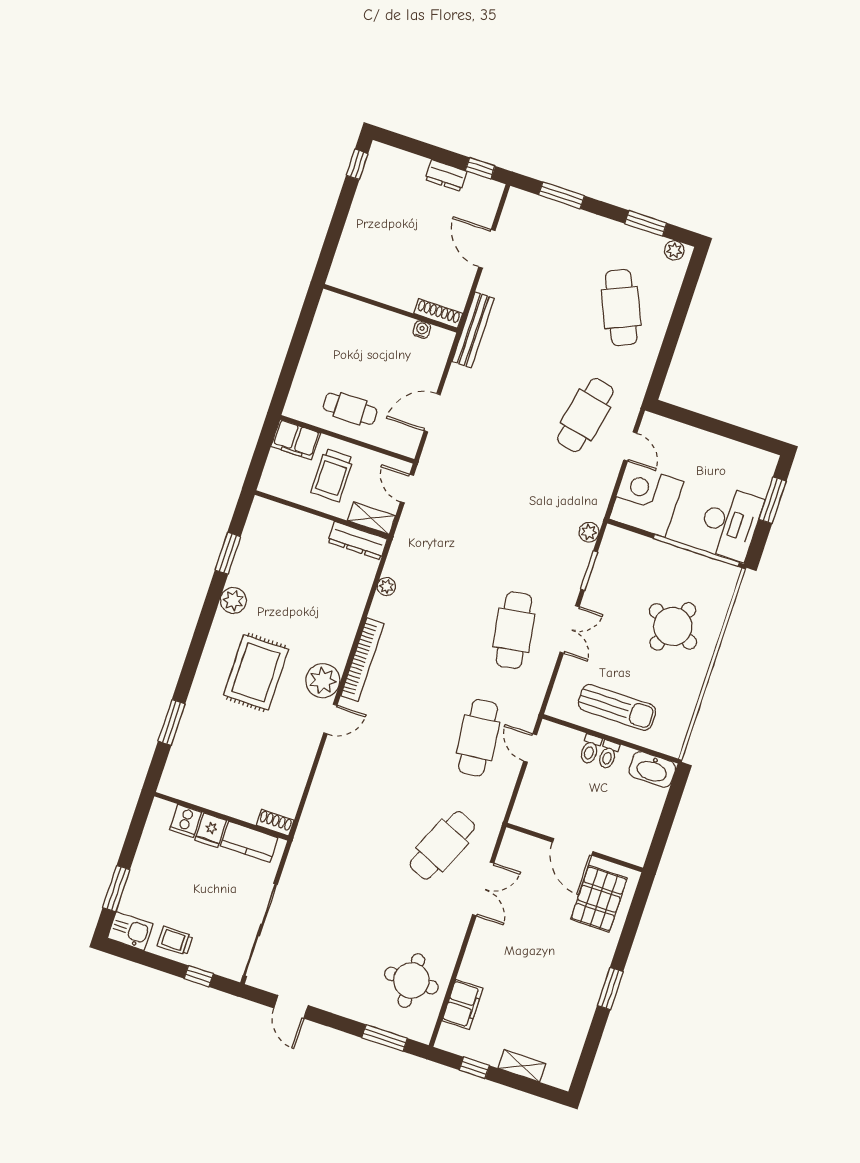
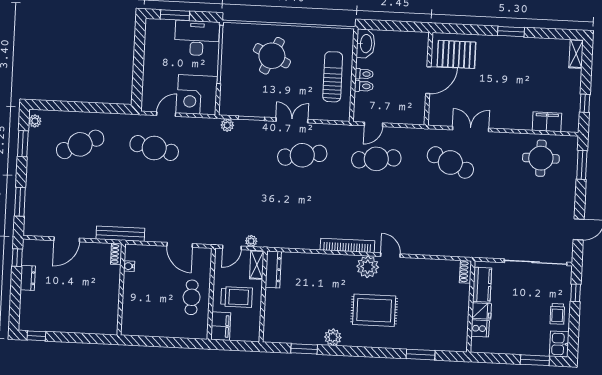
shoe rack: (438, 313) -> (116, 254), width x0.70
plant: (386, 587) -> (251, 241), moved
shelving: (522, 1066) -> (576, 54), moved

